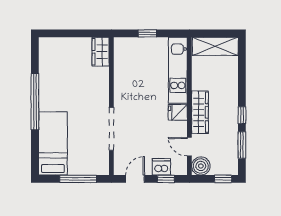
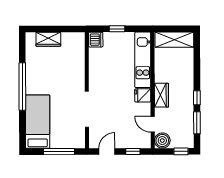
wardrobe: (101, 52) -> (48, 39), moved, turned -90
wardrobe: (200, 112) -> (161, 95), width x0.67
dishwasher: (161, 167) -> (96, 40), moved, turned 90

